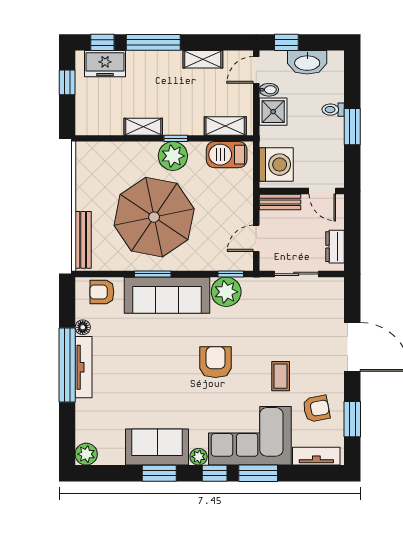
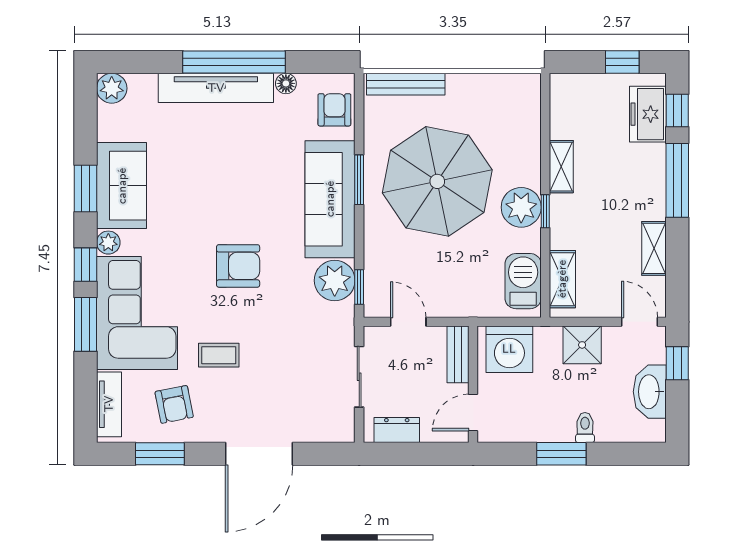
bidet: (269, 90) -> (612, 339), removed
tv unit: (84, 367) -> (216, 88), width x1.36, depth x1.29

